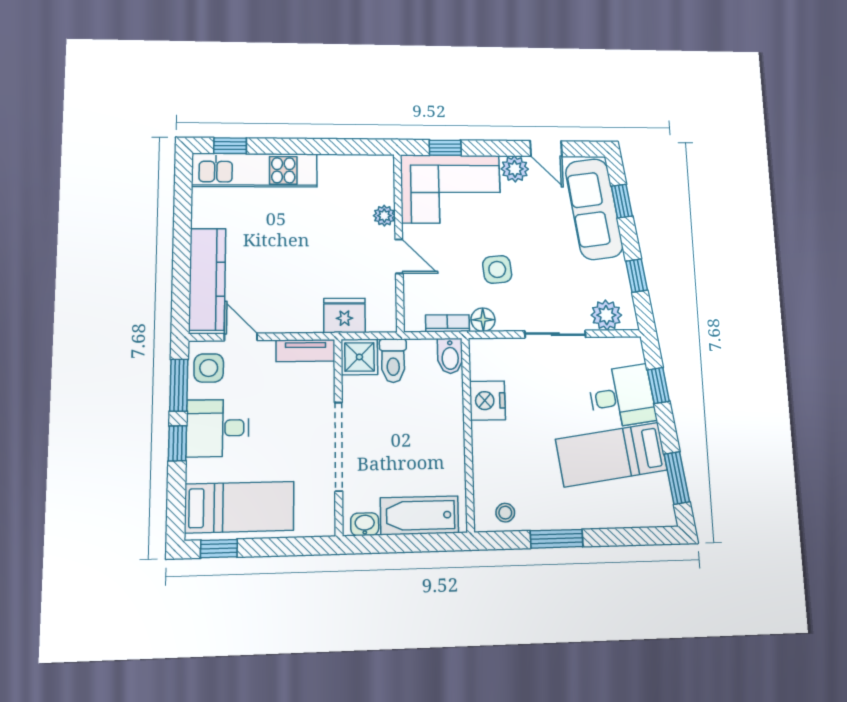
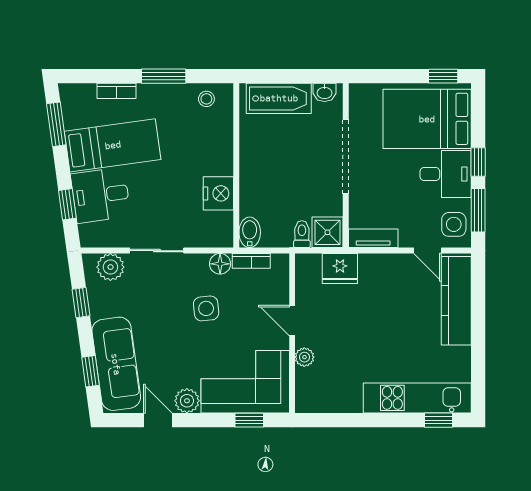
toilet: (393, 361) -> (302, 234), width x0.73, depth x0.72
bed: (239, 507) -> (427, 119), width x1.50
bookcase: (610, 519) -> (116, 91), added

